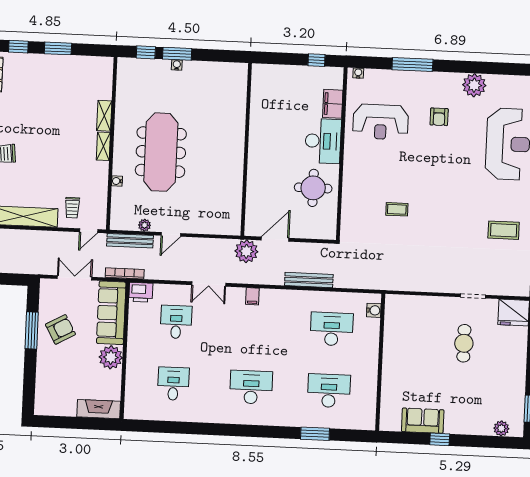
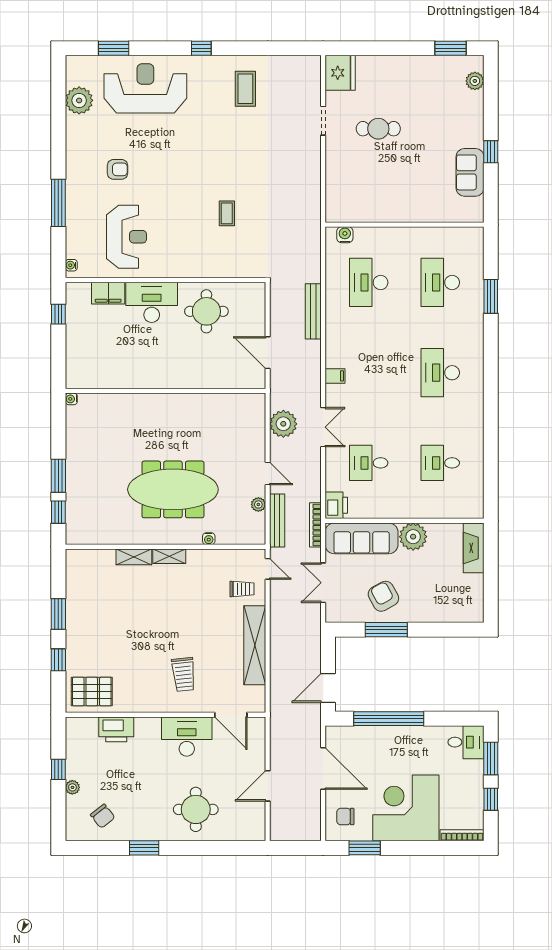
water cooler: (177, 65) -> (71, 399), moved
plant: (474, 85) -> (79, 100), moved
plant: (246, 251) -> (283, 424), moved

